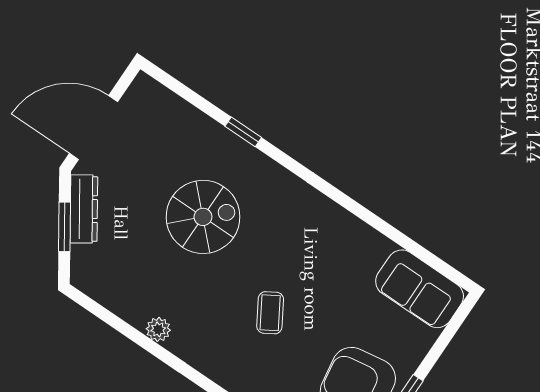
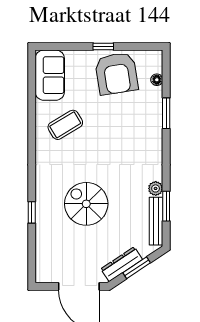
bench: (112, 299) -> (156, 221), added
coffee table: (270, 313) -> (65, 125), moved, width x1.36, depth x1.30
window: (123, 327) -> (166, 206), added

